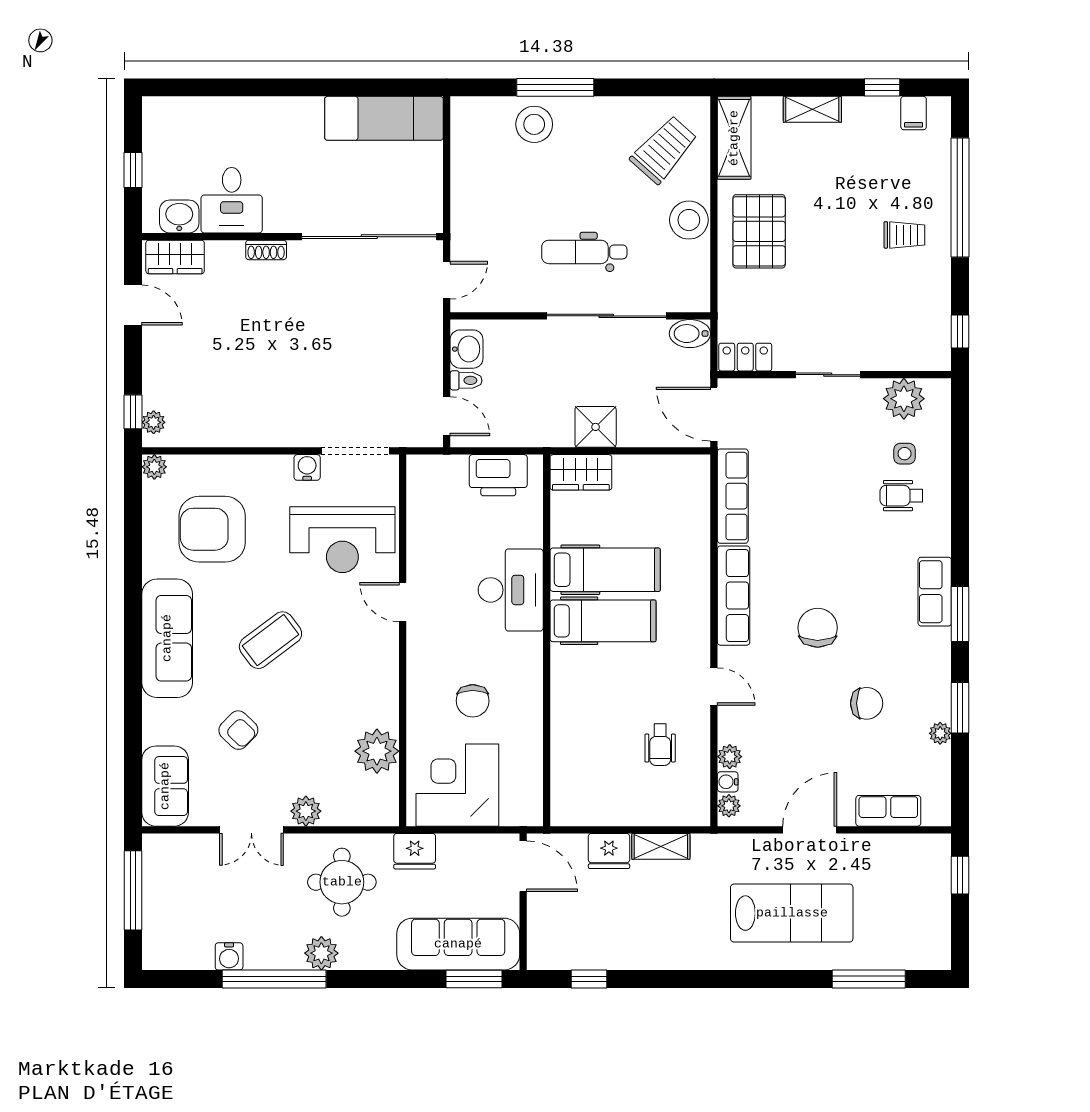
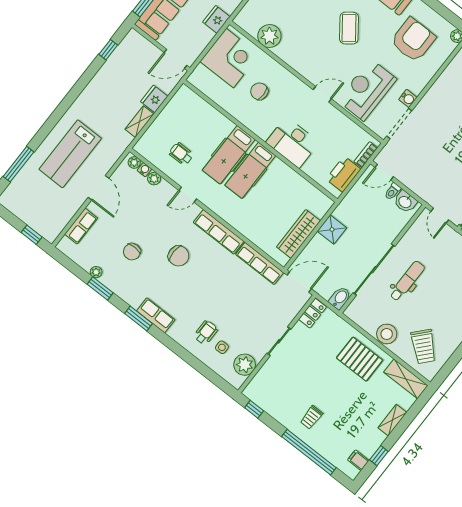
bookcase: (442, 464) -> (366, 155), added
wardrobe: (581, 472) -> (298, 234), moved, width x1.50
hospital bed: (605, 570) -> (229, 155), moved

